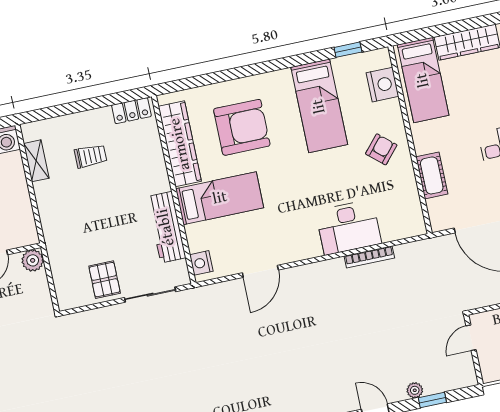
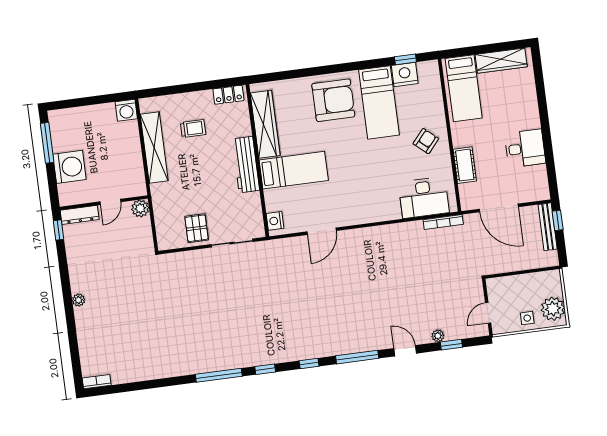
nightstand: (383, 85) -> (405, 75), moved, turned -90
armchair: (242, 127) -> (333, 100), moved
shelving: (36, 161) -> (154, 148), width x2.20, depth x1.33
workbench: (166, 227) -> (246, 165), moved
desk: (349, 227) -> (424, 198), moved
bookcase: (369, 257) -> (443, 222), moved
door: (471, 338) -> (488, 313), moved

